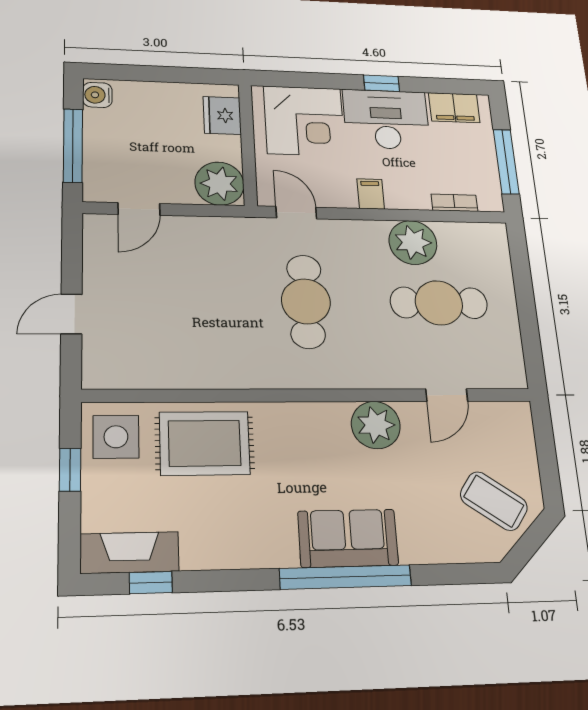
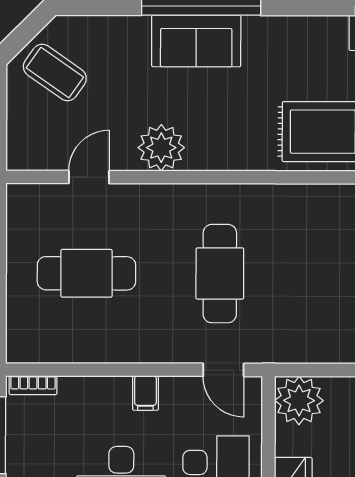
bookcase: (454, 203) -> (33, 385), moved
plant: (413, 242) -> (107, 339), removed

